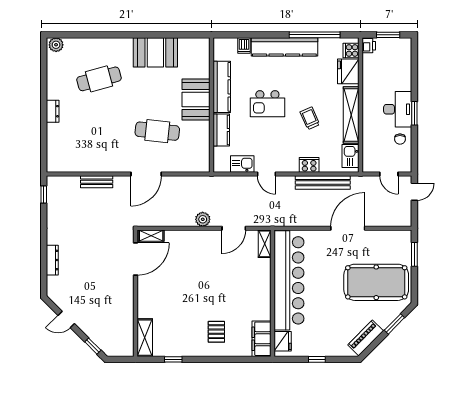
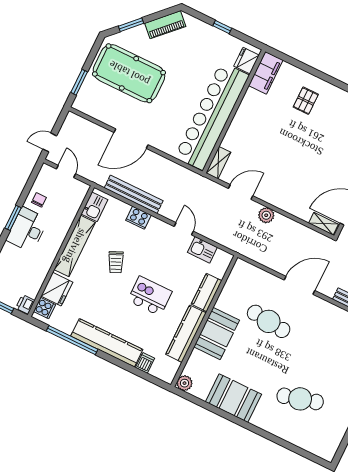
plant: (56, 45) -> (185, 383), moved

